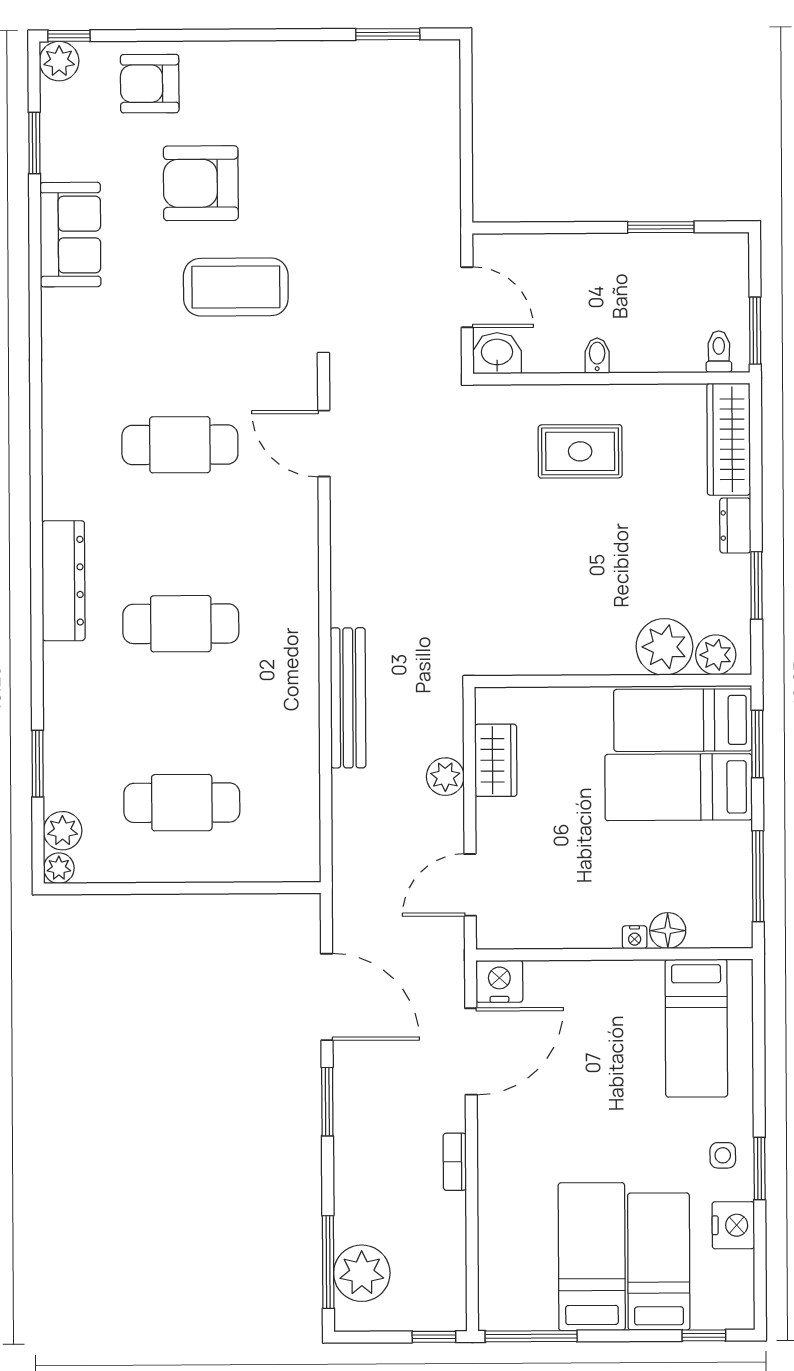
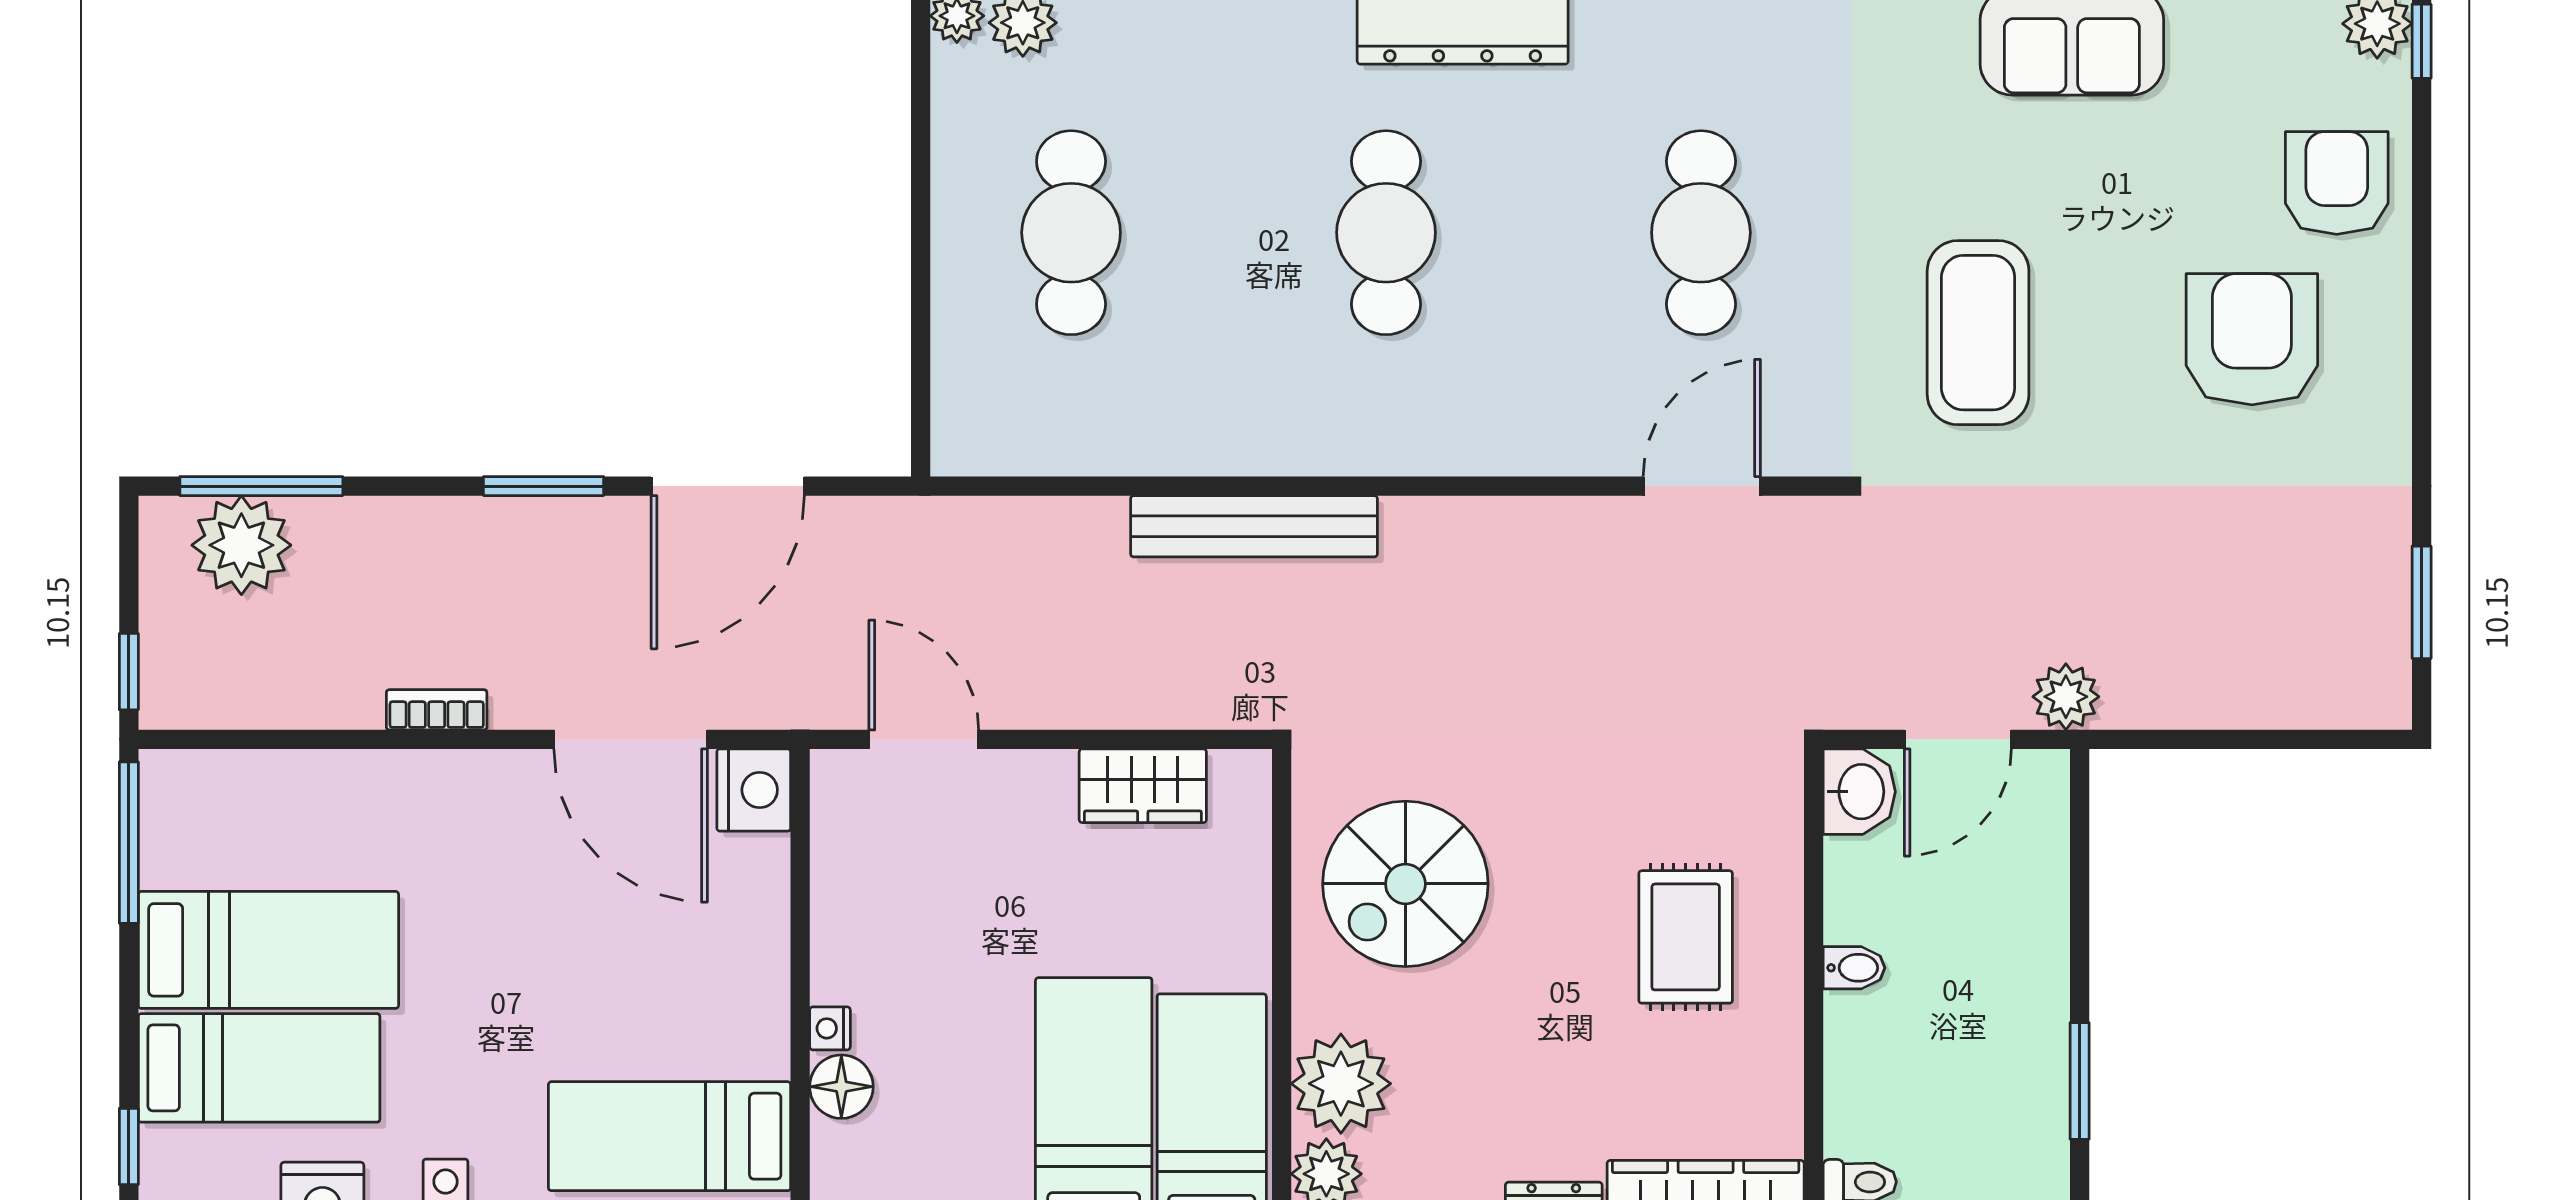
armchair: (201, 183) -> (2252, 339), moved
spiral stairs: (551, 611) -> (1405, 884), added
plant: (445, 777) -> (2066, 697), moved

